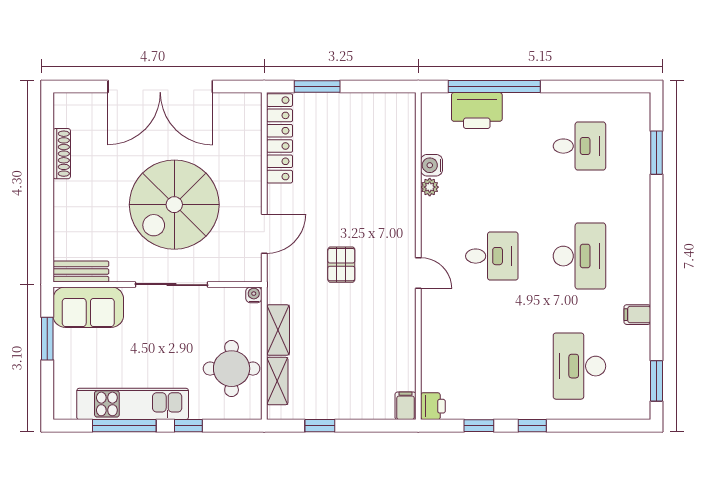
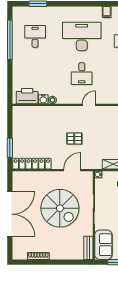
window: (494, 87) -> (10, 40), moved
printer: (477, 111) -> (27, 96), moved, turned -90
door: (264, 234) -> (72, 170), hinge flipped
desk: (492, 256) -> (82, 74), turned 180
desk: (579, 256) -> (82, 36), width x1.36, depth x1.30
pallet: (341, 265) -> (74, 139), moved

